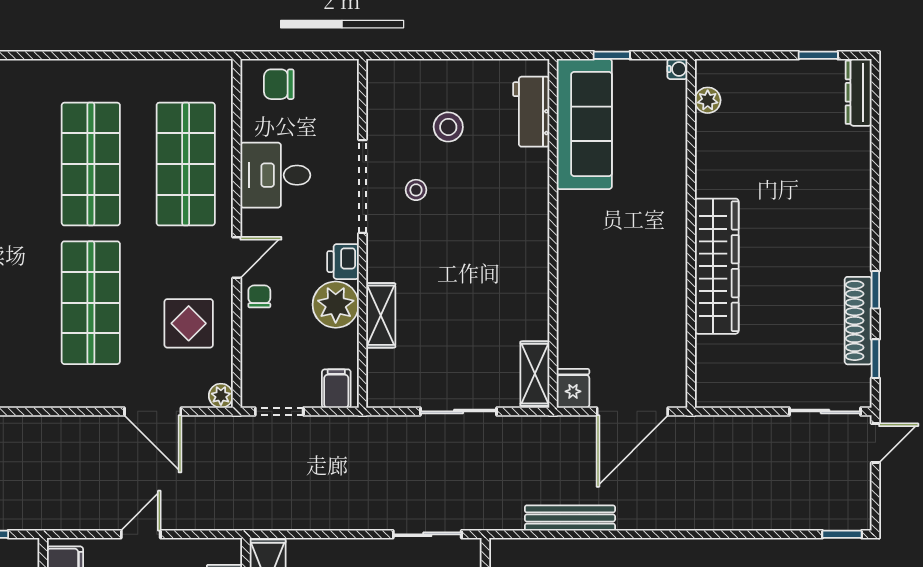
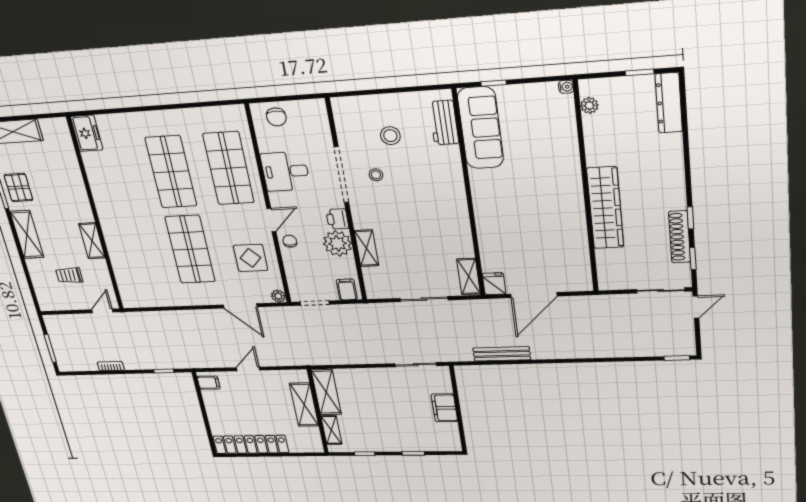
water cooler: (677, 69) -> (566, 87), moved
chair: (279, 84) -> (276, 117), turned -90
dresser: (859, 92) -> (669, 103), width x1.37, depth x1.24
plant: (708, 100) -> (589, 105), moved
wall: (691, 233) -> (586, 189), moved
wardrobe: (717, 266) -> (605, 208), moved

